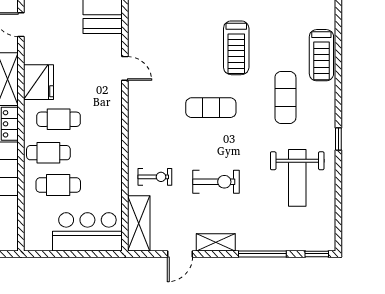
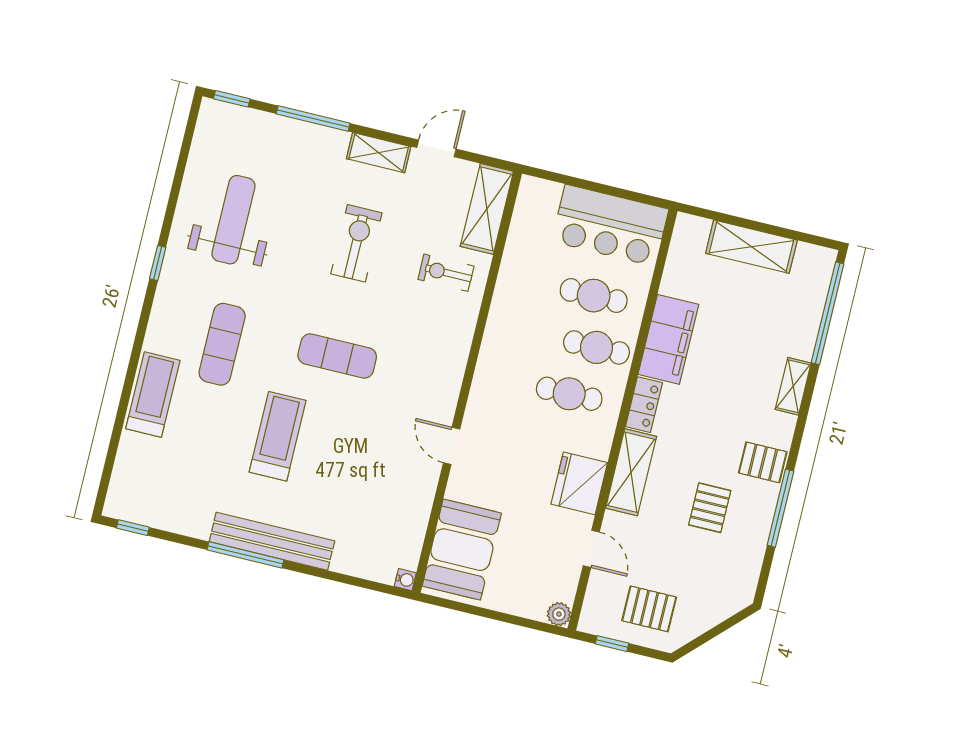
fridge: (39, 82) -> (579, 483), moved
exercise bike: (216, 182) -> (356, 243), turned 90
bar counter: (87, 232) -> (610, 225), moved

